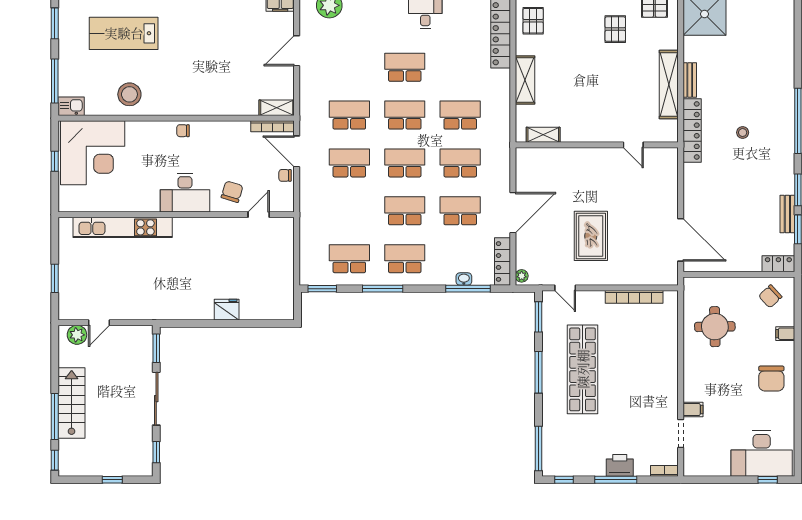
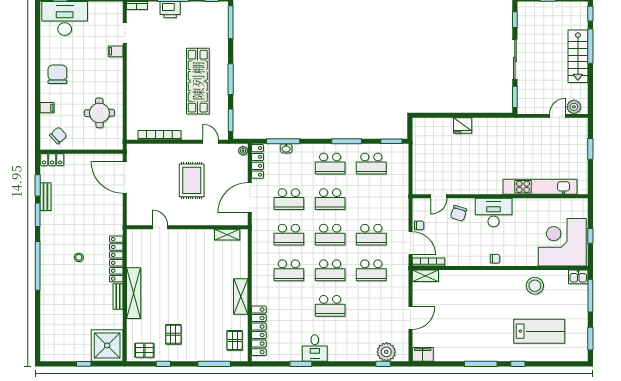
shelving: (543, 135) -> (227, 235), moved
wall: (597, 145) -> (187, 227), moved
door: (633, 145) -> (160, 227), moved

